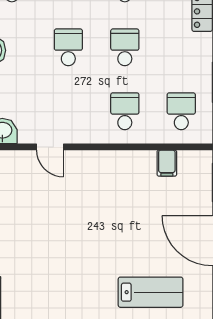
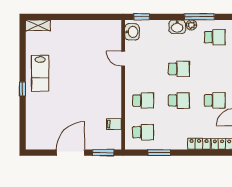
door: (50, 147) -> (123, 59), hinge flipped
lab bench: (151, 292) -> (40, 73), moved

